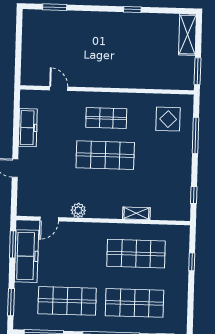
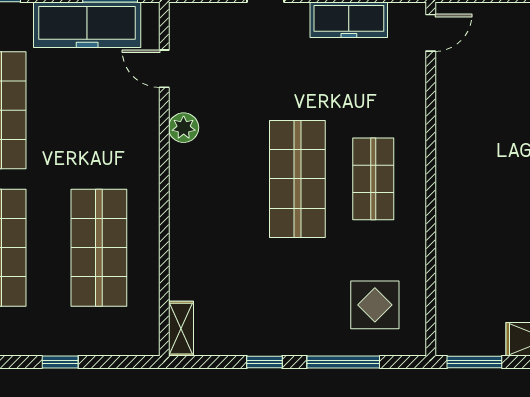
door: (59, 88) -> (431, 33), moved
window: (194, 195) -> (265, 362), moved
shelving: (136, 213) -> (181, 329), moved
window: (192, 262) -> (60, 362), moved

